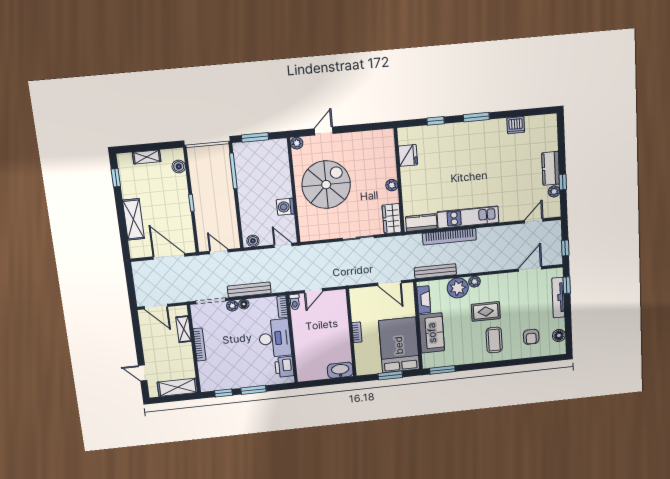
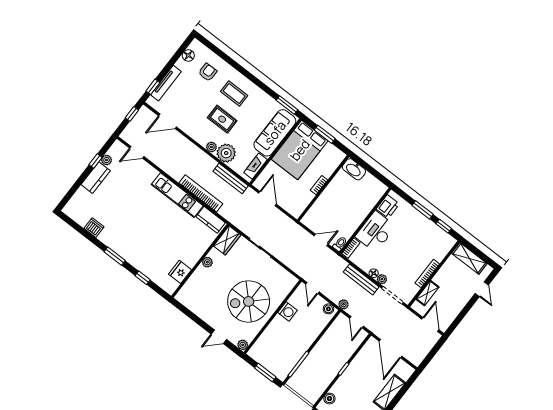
plant: (244, 256) -> (343, 304), added
sofa: (432, 333) -> (275, 133), width x1.36
coffee table: (494, 340) -> (234, 93), turned 90

